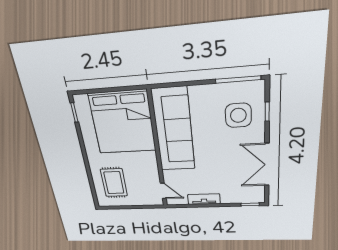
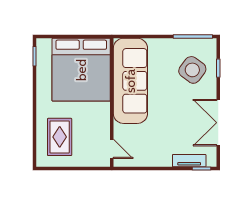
side table: (238, 115) -> (192, 70), turned 37
tv unit: (204, 199) -> (189, 161), moved

